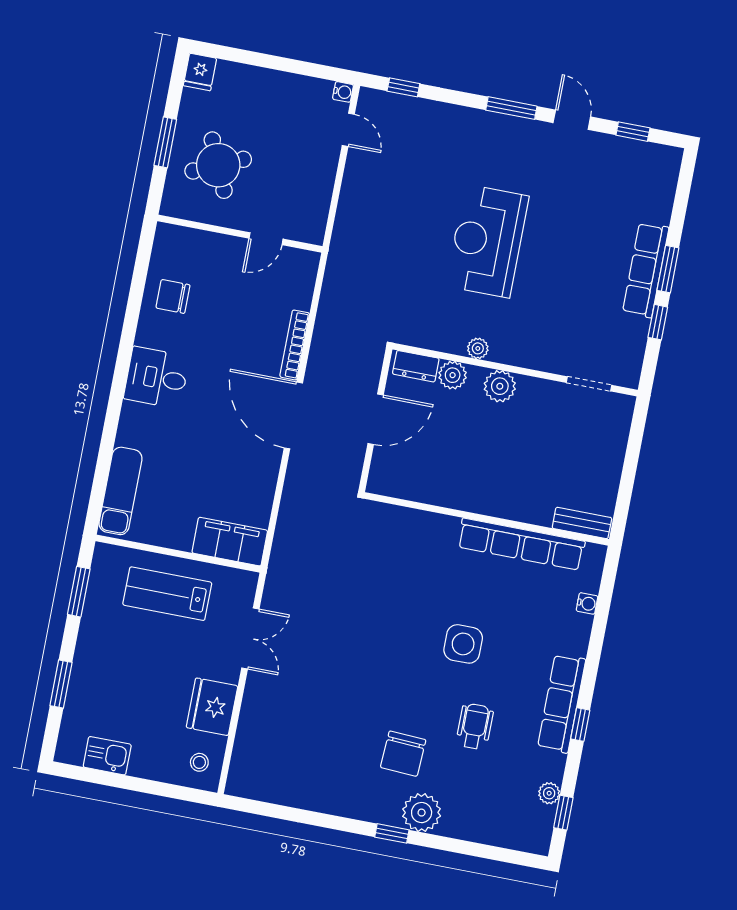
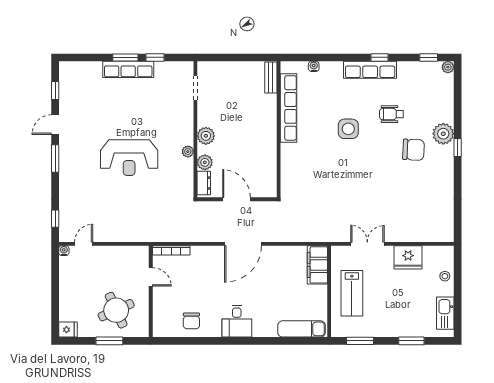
bookcase: (295, 345) -> (171, 250), moved
kitchen sink: (107, 756) -> (445, 313), width x1.38
stool: (199, 762) -> (445, 276), moved
plant: (549, 793) -> (448, 67), moved

